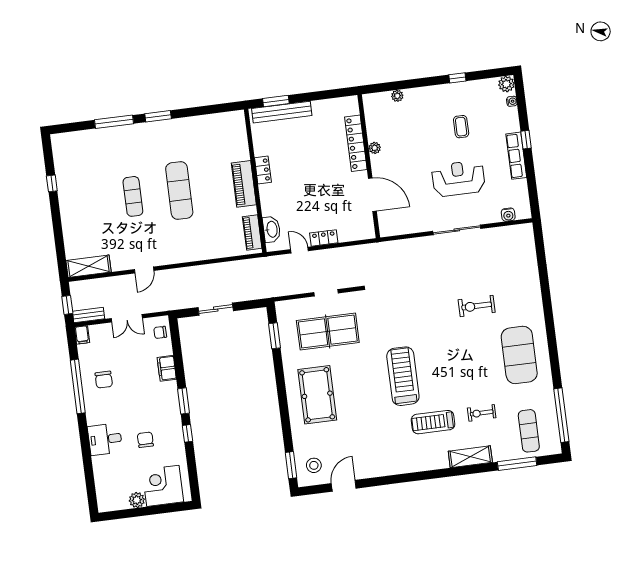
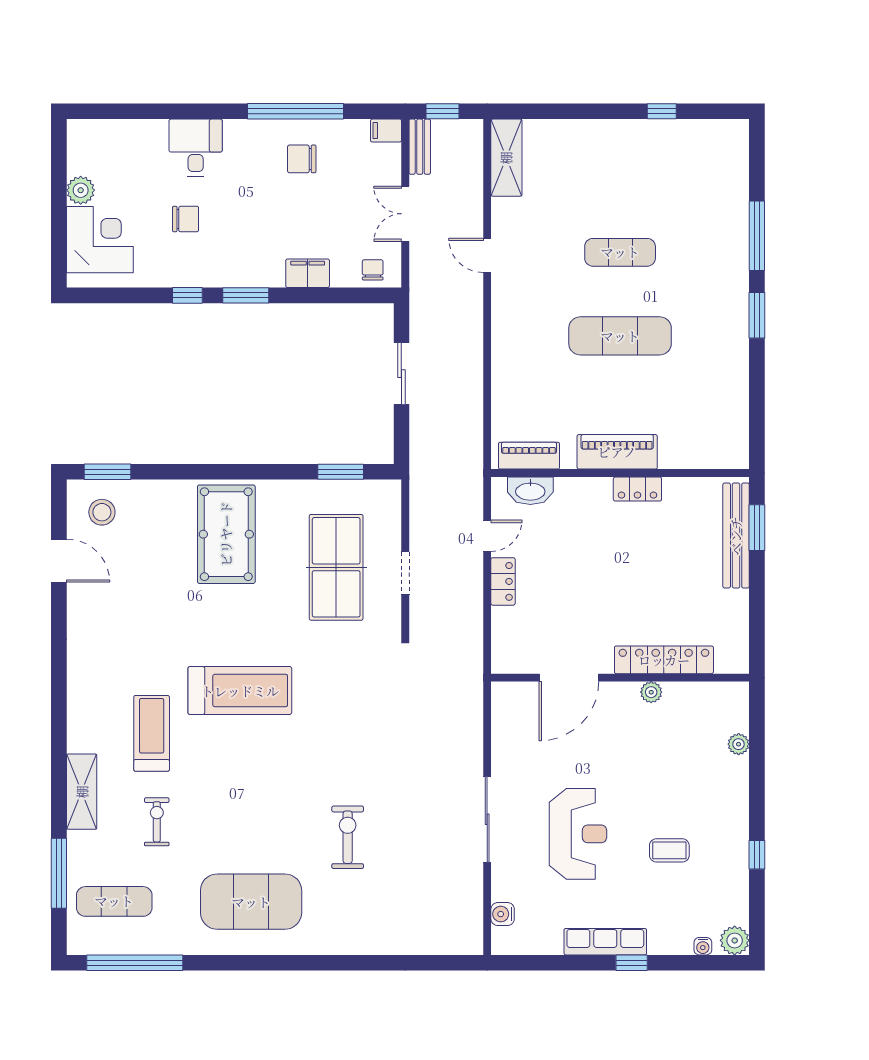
pool table: (317, 395) -> (226, 534), turned 90

